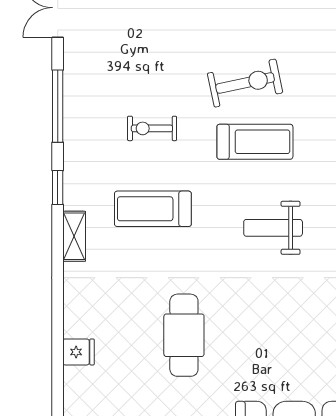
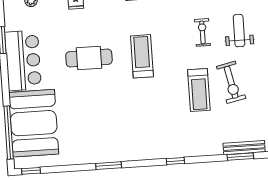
treadmill: (153, 209) -> (142, 56), moved
weight bench: (273, 228) -> (239, 31), moved

